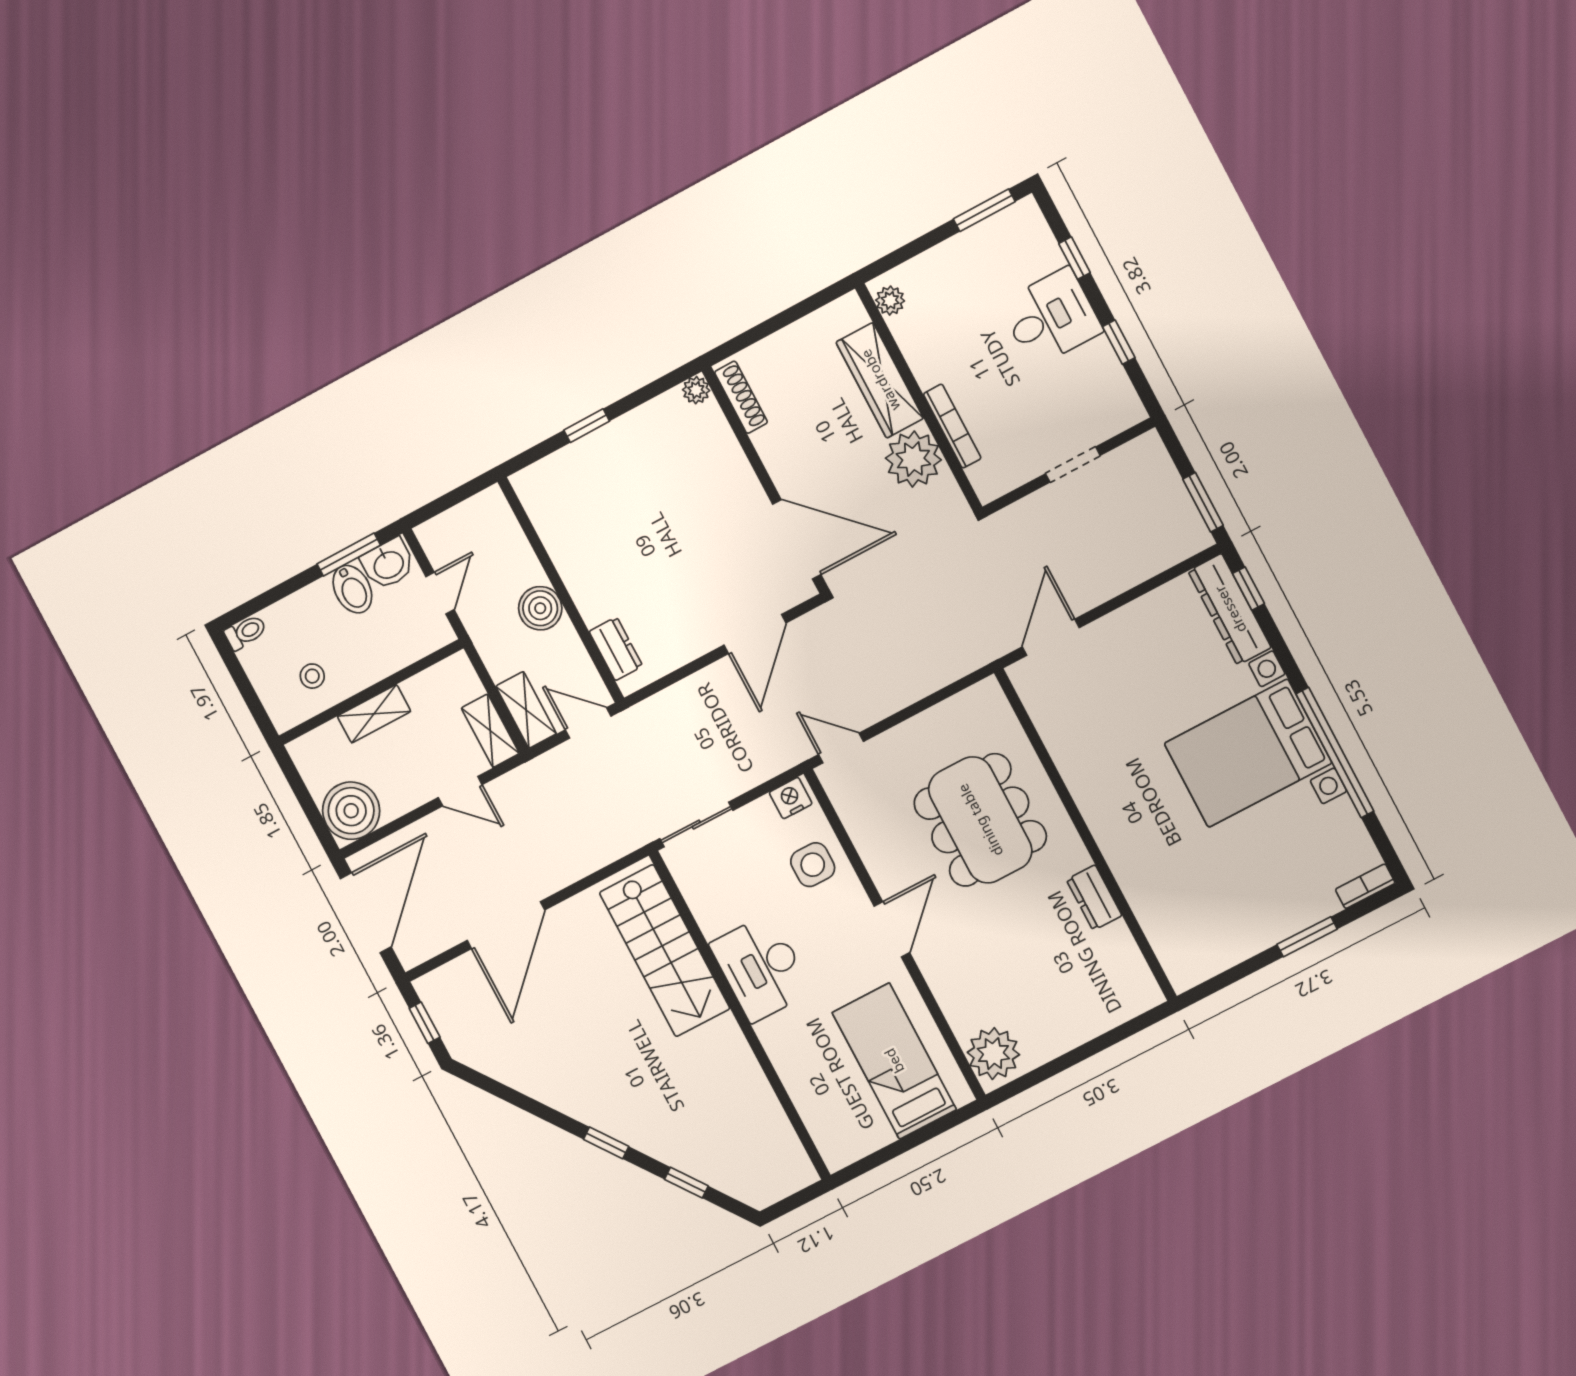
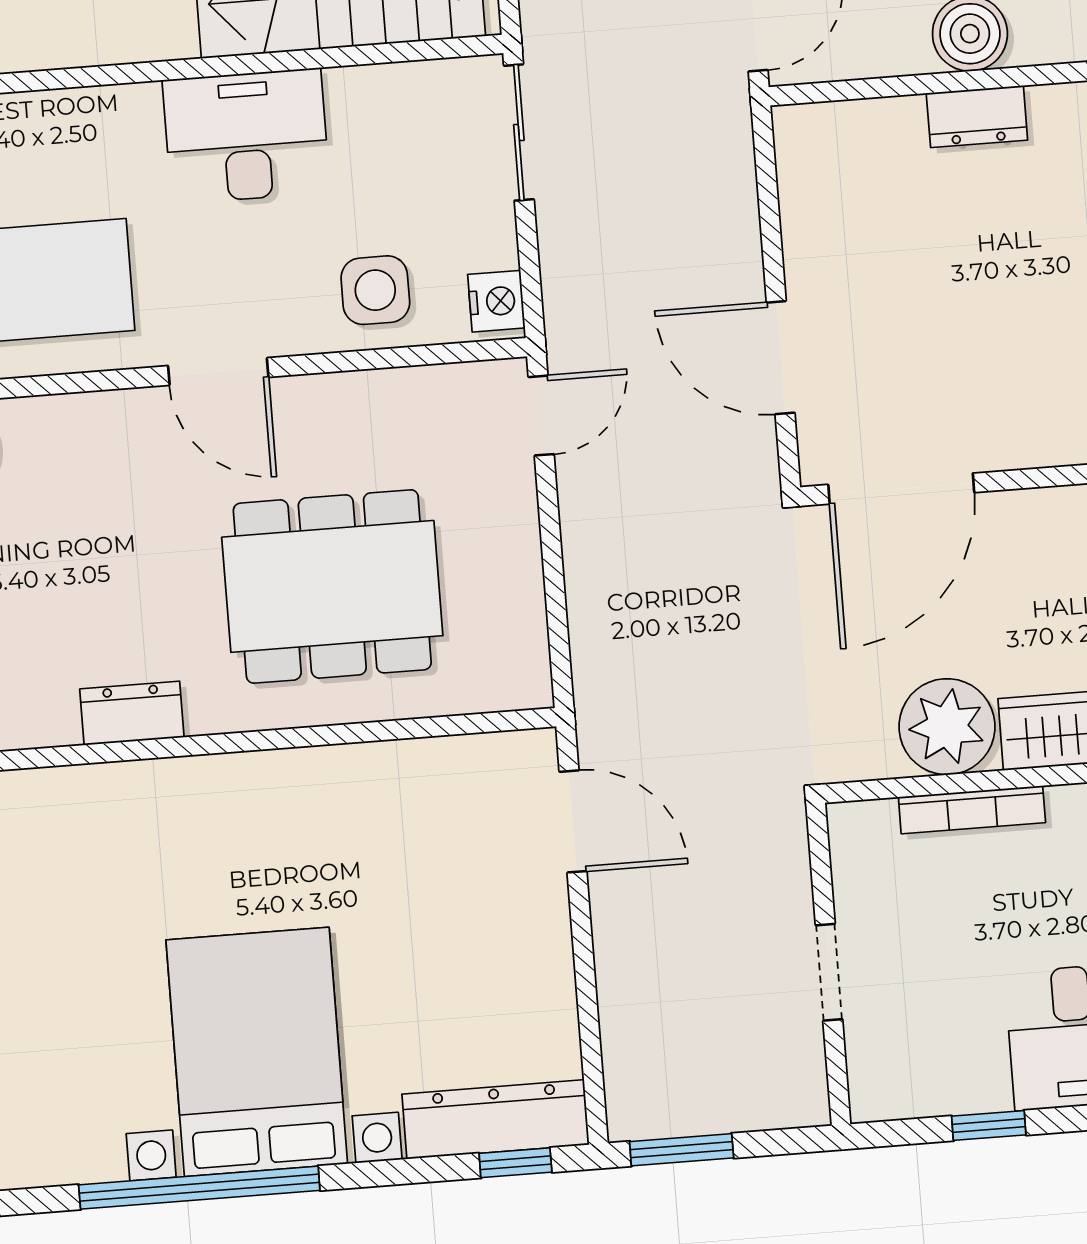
dresser: (616, 649) -> (977, 117), moved

